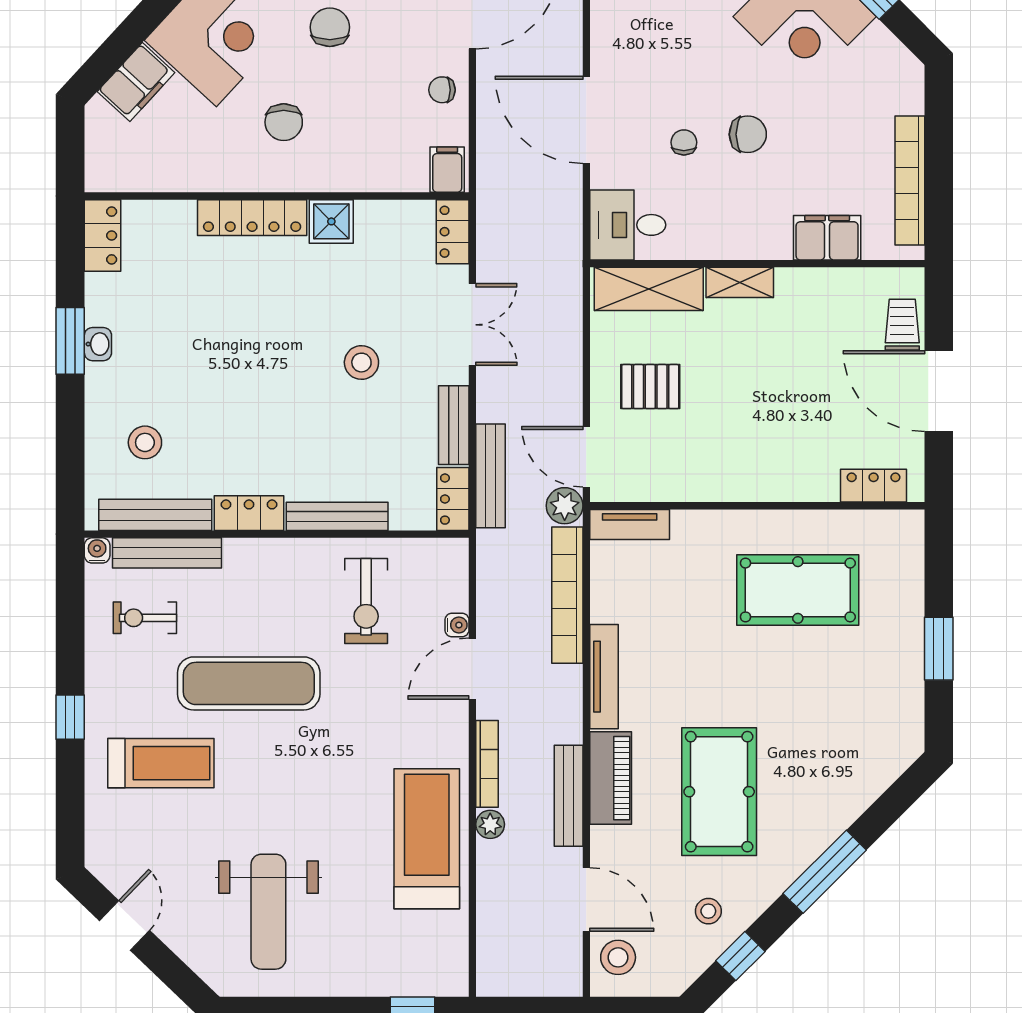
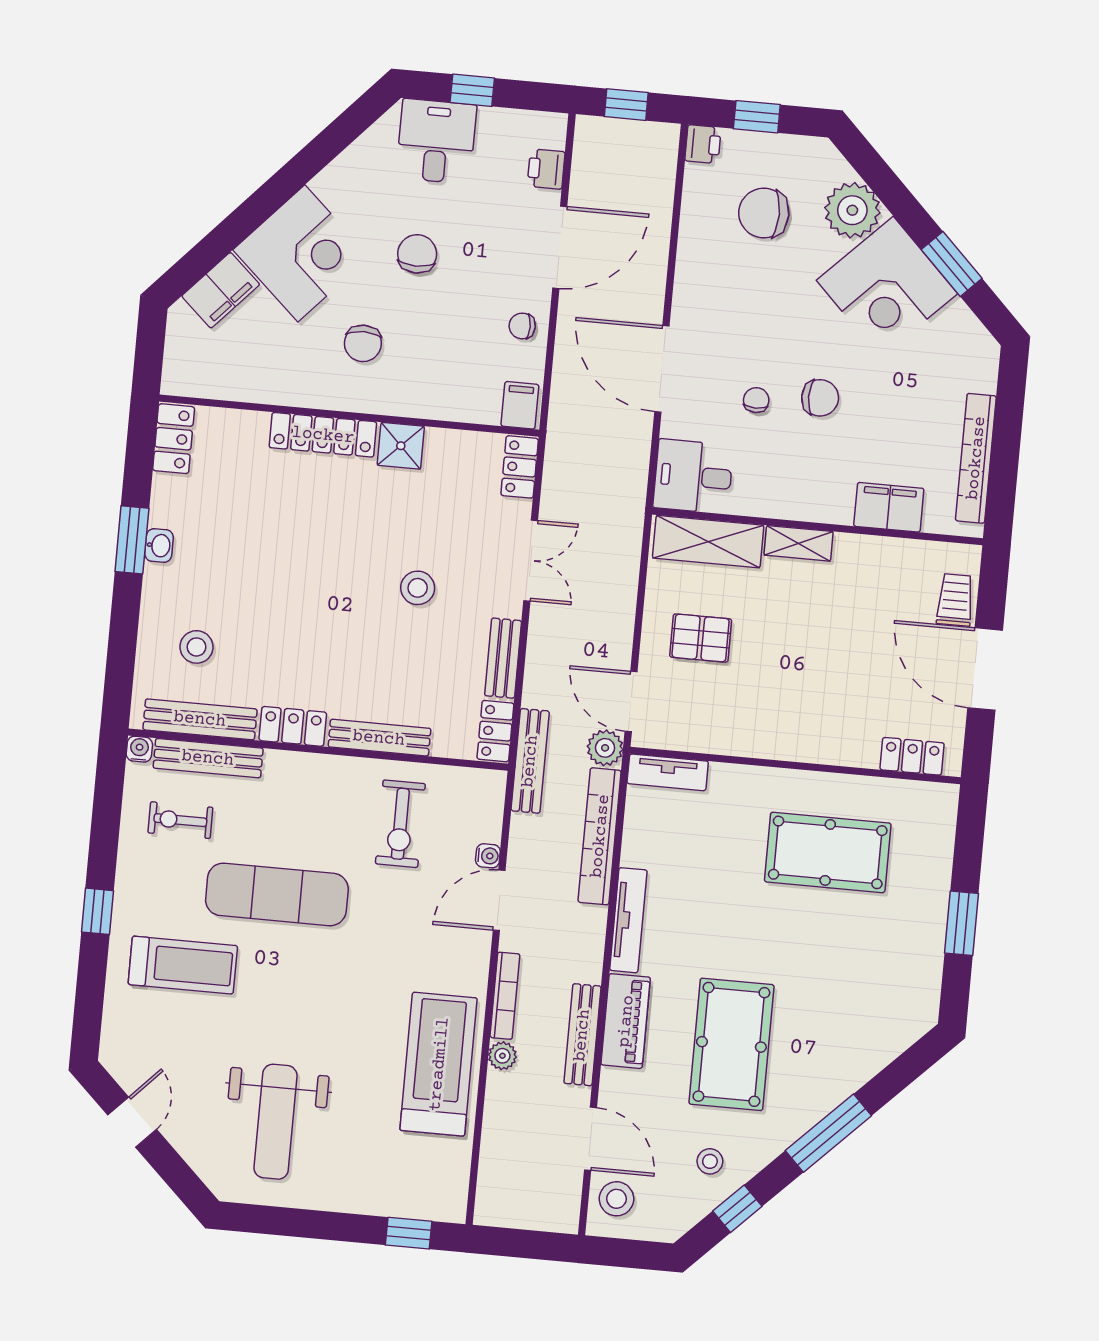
bench: (491, 476) -> (530, 761), moved

